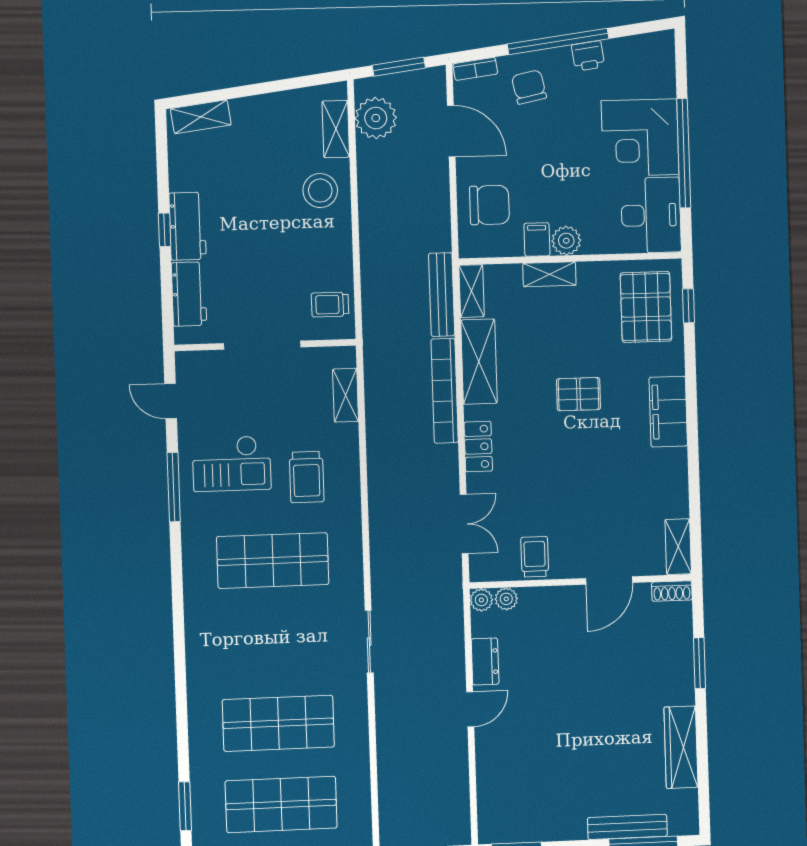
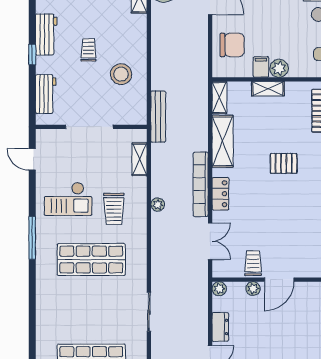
stool: (320, 191) -> (121, 74), moved
workbench: (188, 226) -> (46, 34), moved
bench: (442, 295) -> (158, 117), moved
trolley: (330, 305) -> (88, 50), moved, turned 90
bookcase: (445, 391) -> (201, 184), moved
plant: (378, 468) -> (158, 205), added
window: (174, 487) -> (32, 238), moved
door: (609, 580) -> (279, 280), moved
plant: (506, 599) -> (253, 289), moved

